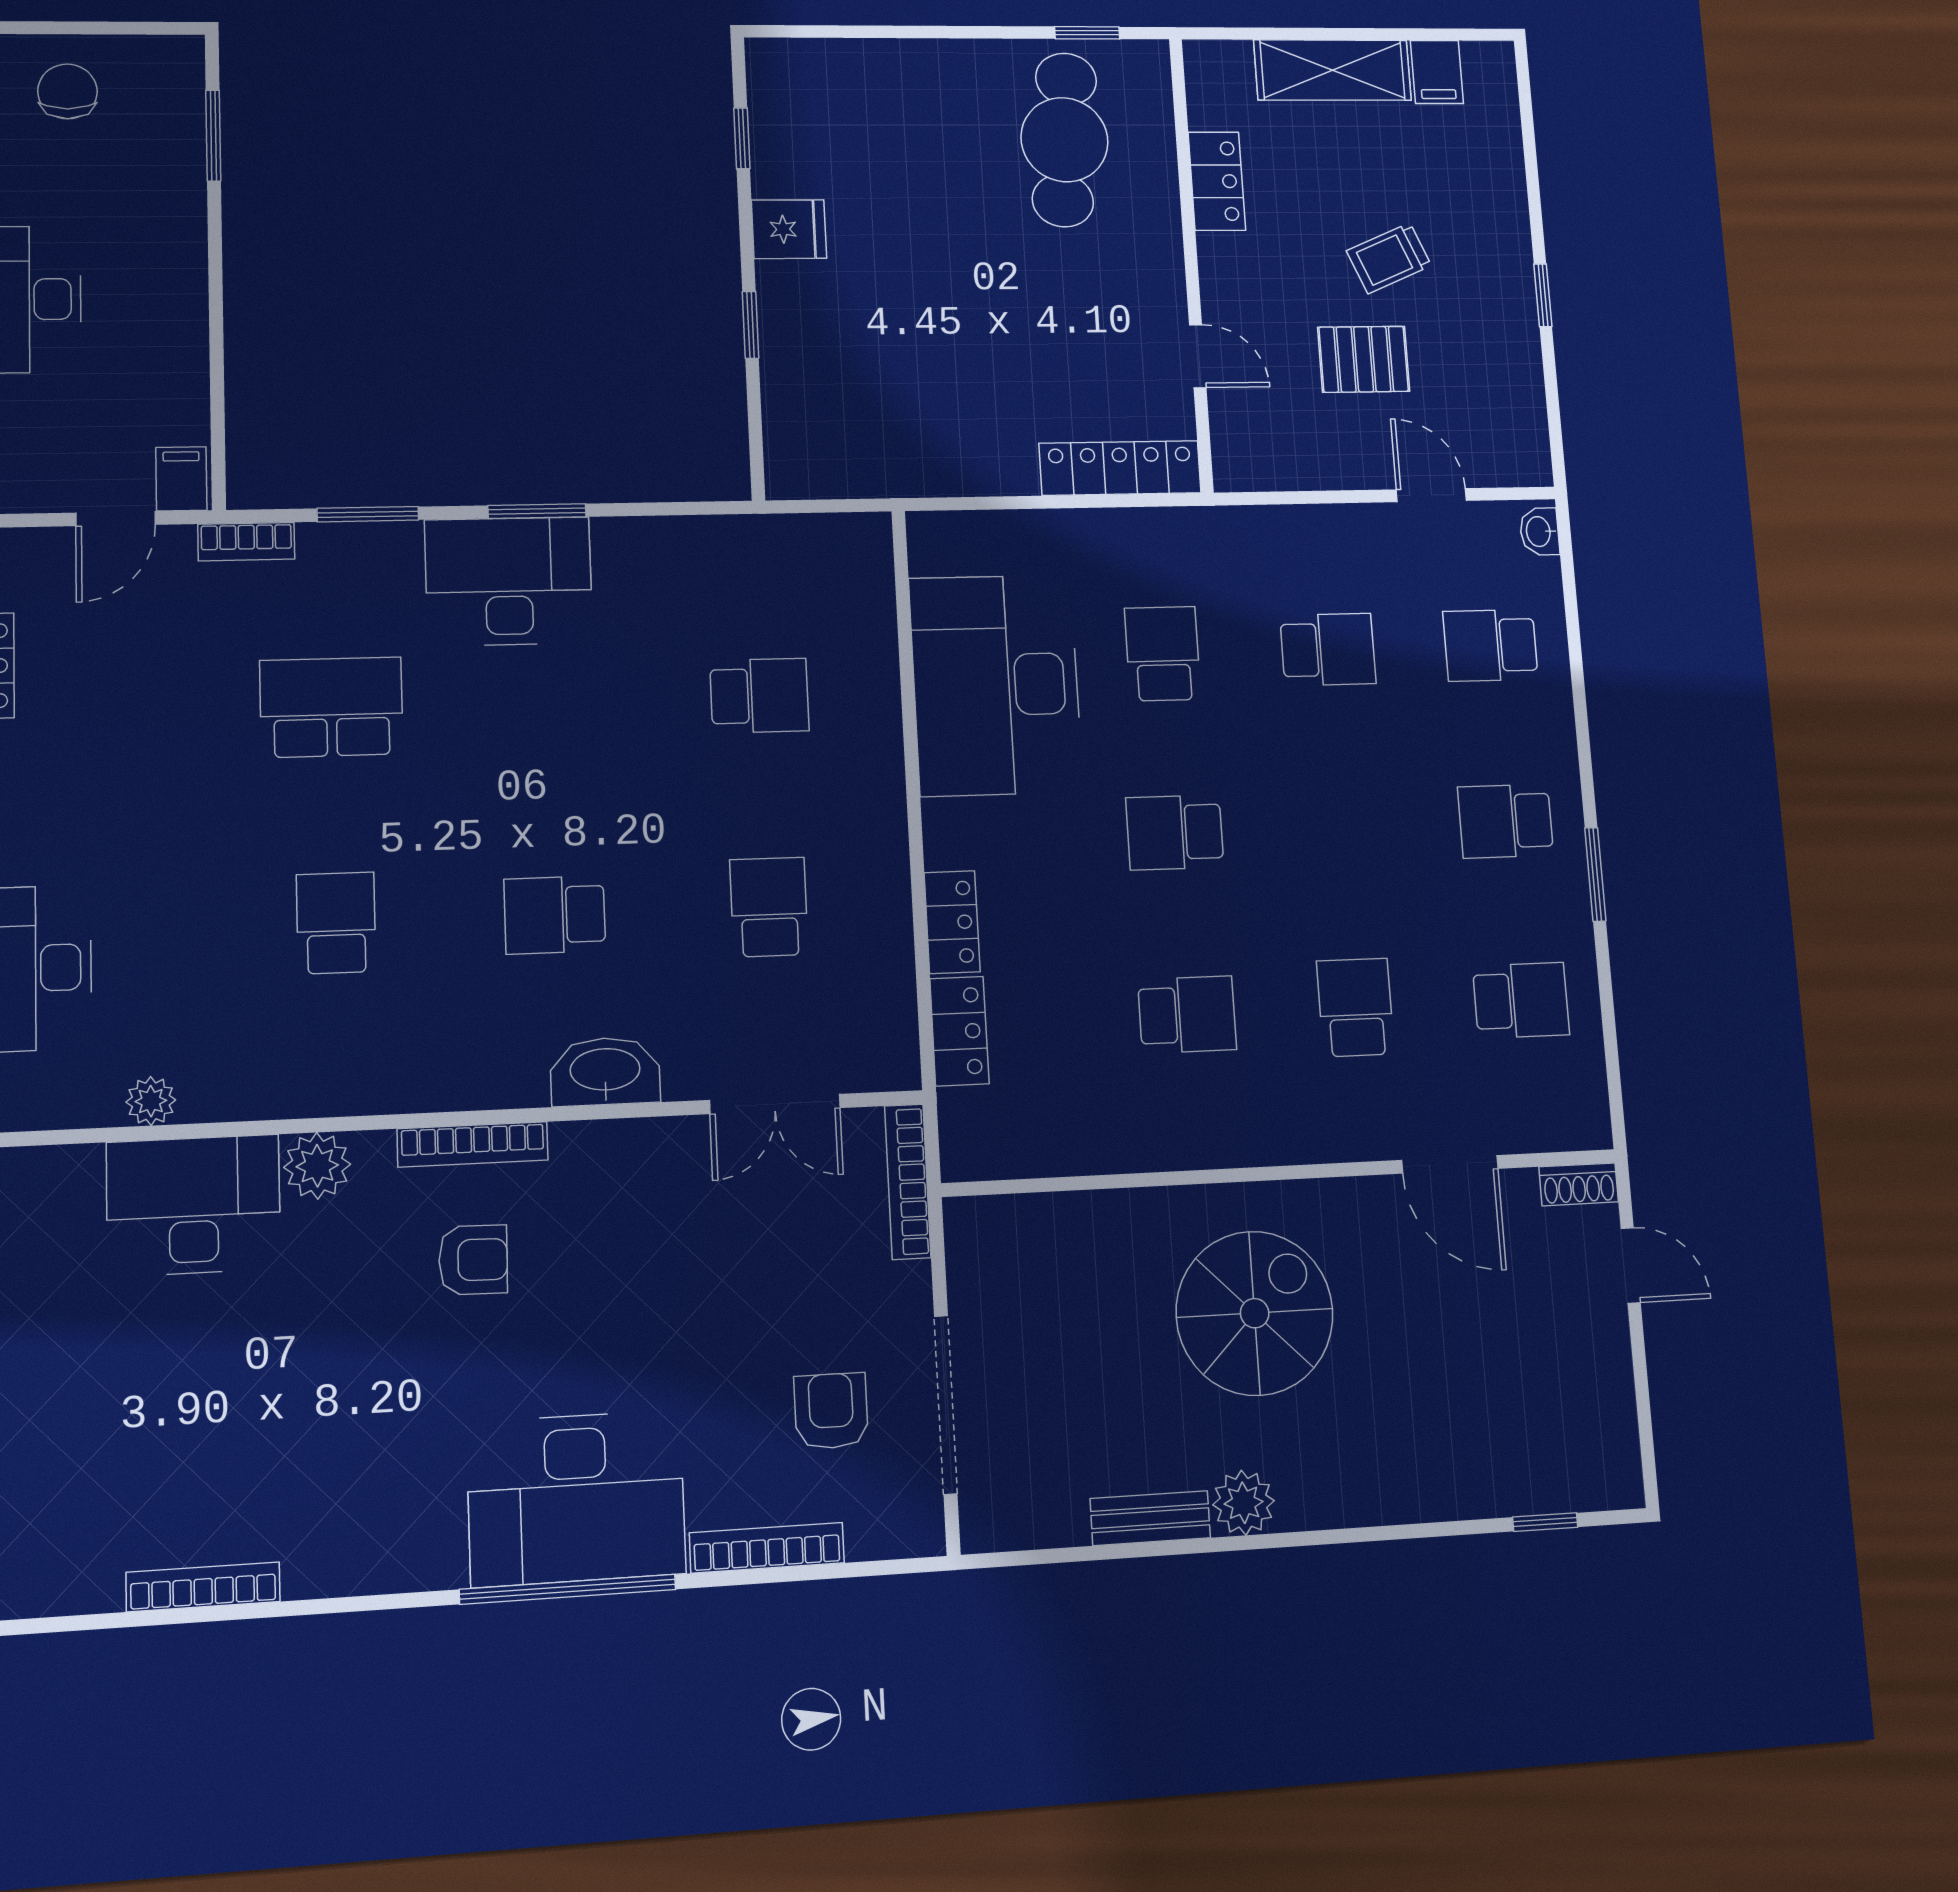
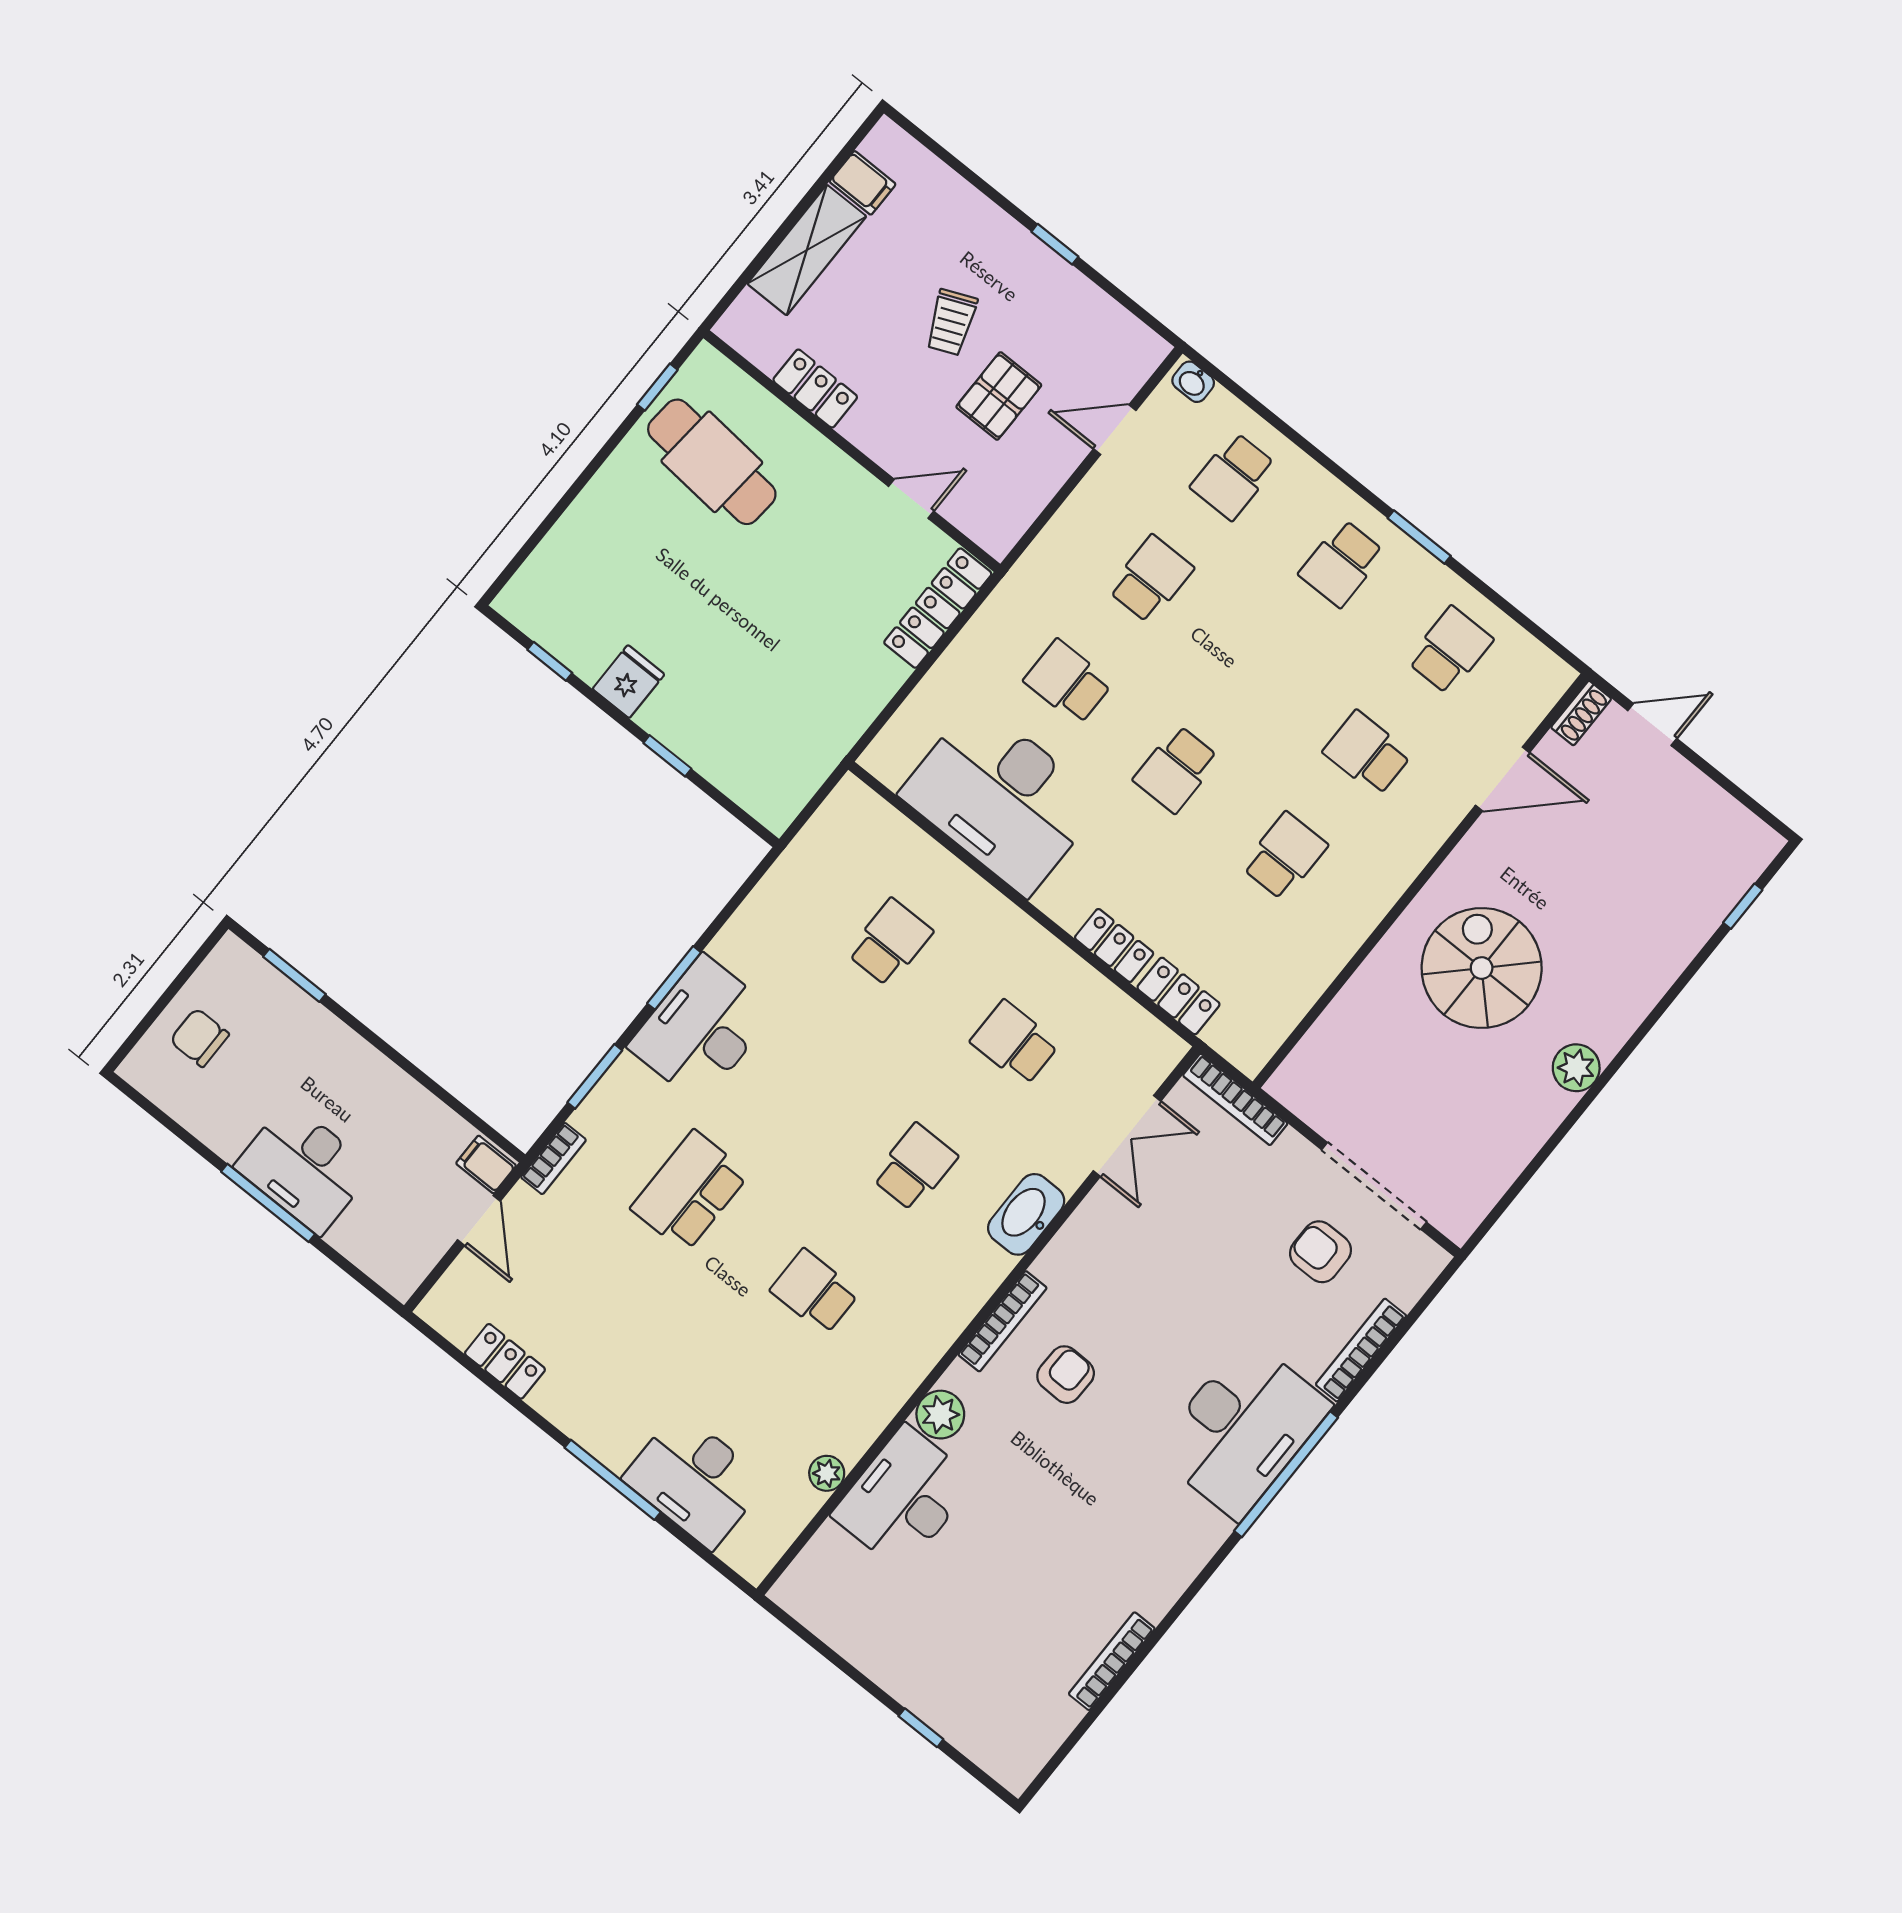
school desk: (555, 915) -> (915, 1167), turned 180
bench: (1150, 1518) -> (1537, 1127), removed

